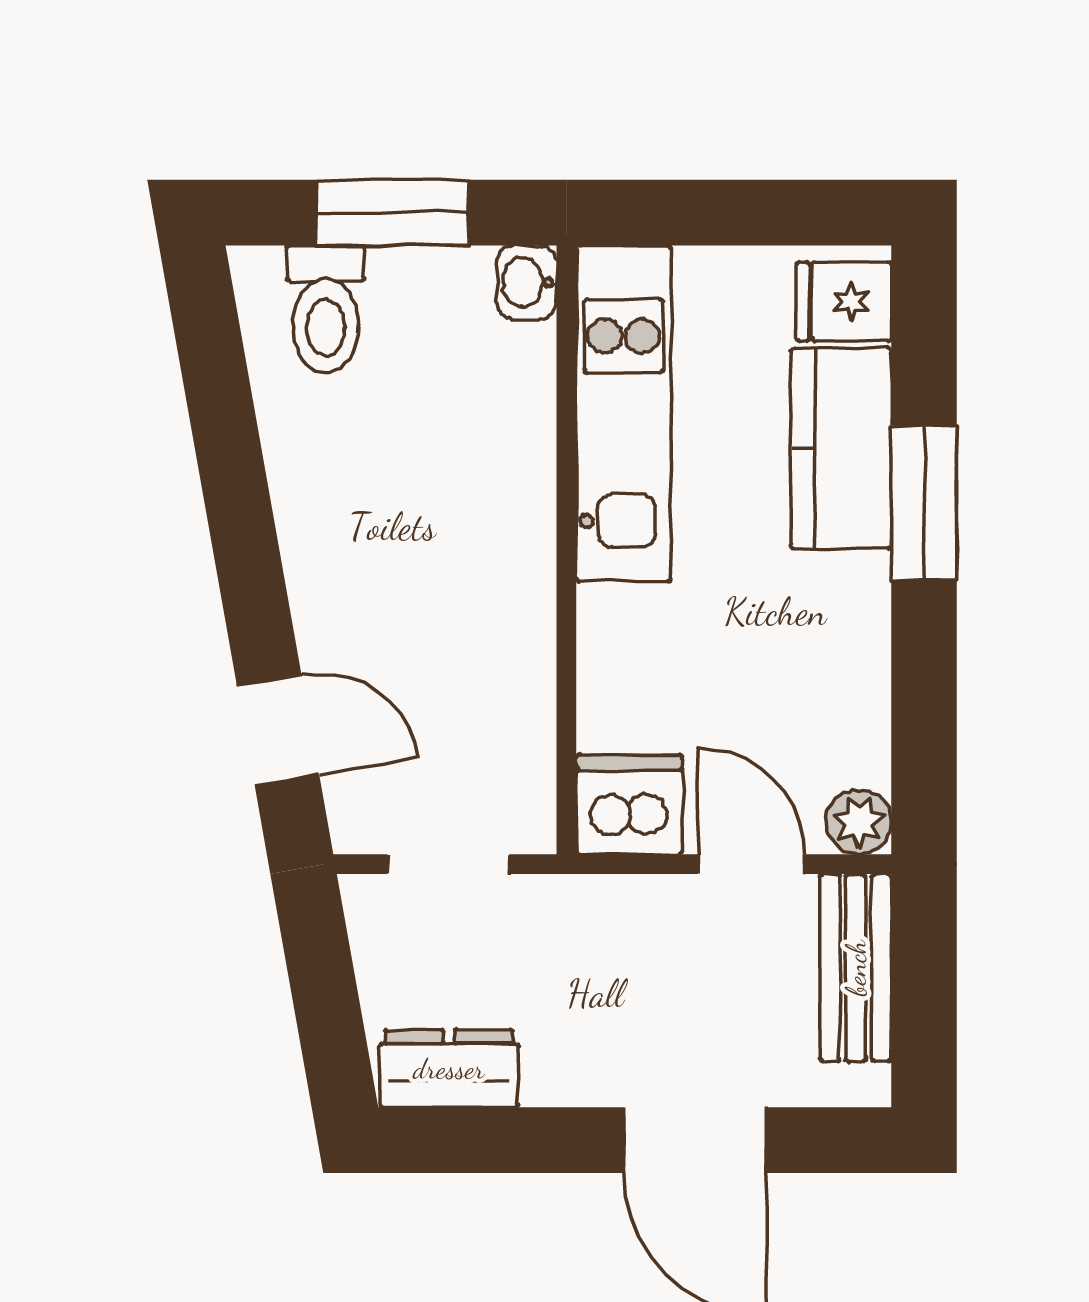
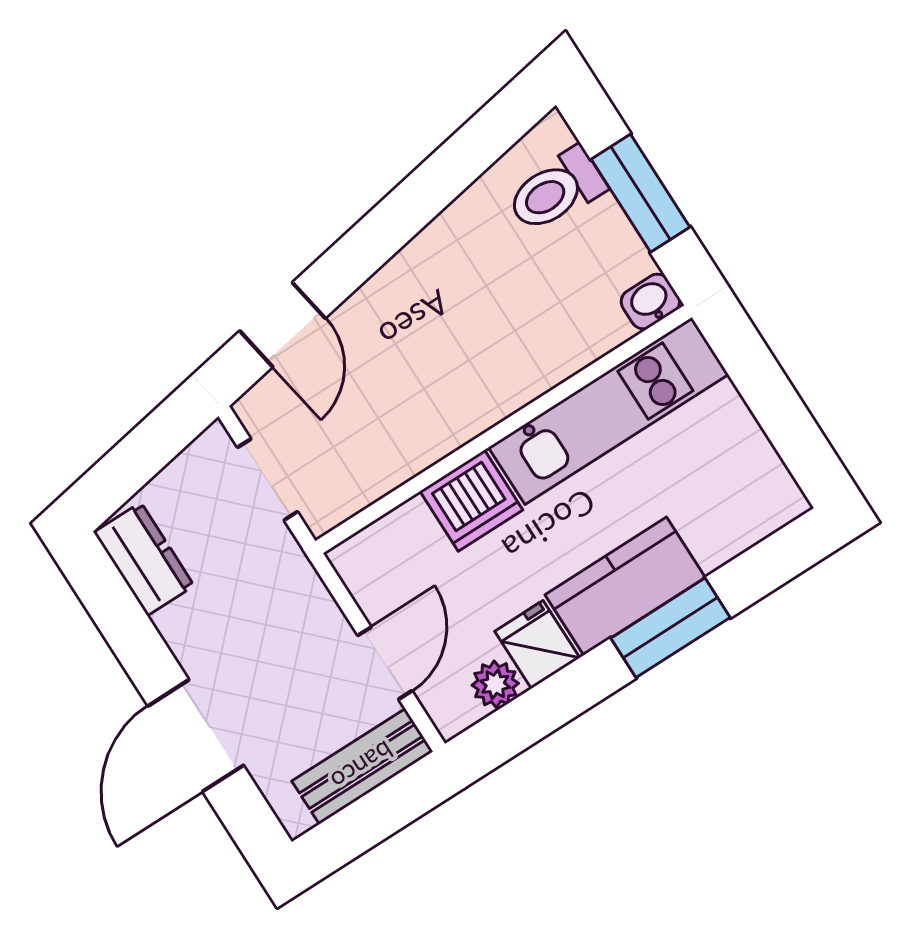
fridge: (844, 302) -> (537, 645), moved
kitchen counter: (841, 448) -> (625, 586), moved
dishwasher: (629, 805) -> (471, 501), moved, turned 90
plant: (859, 822) -> (495, 684), moved

